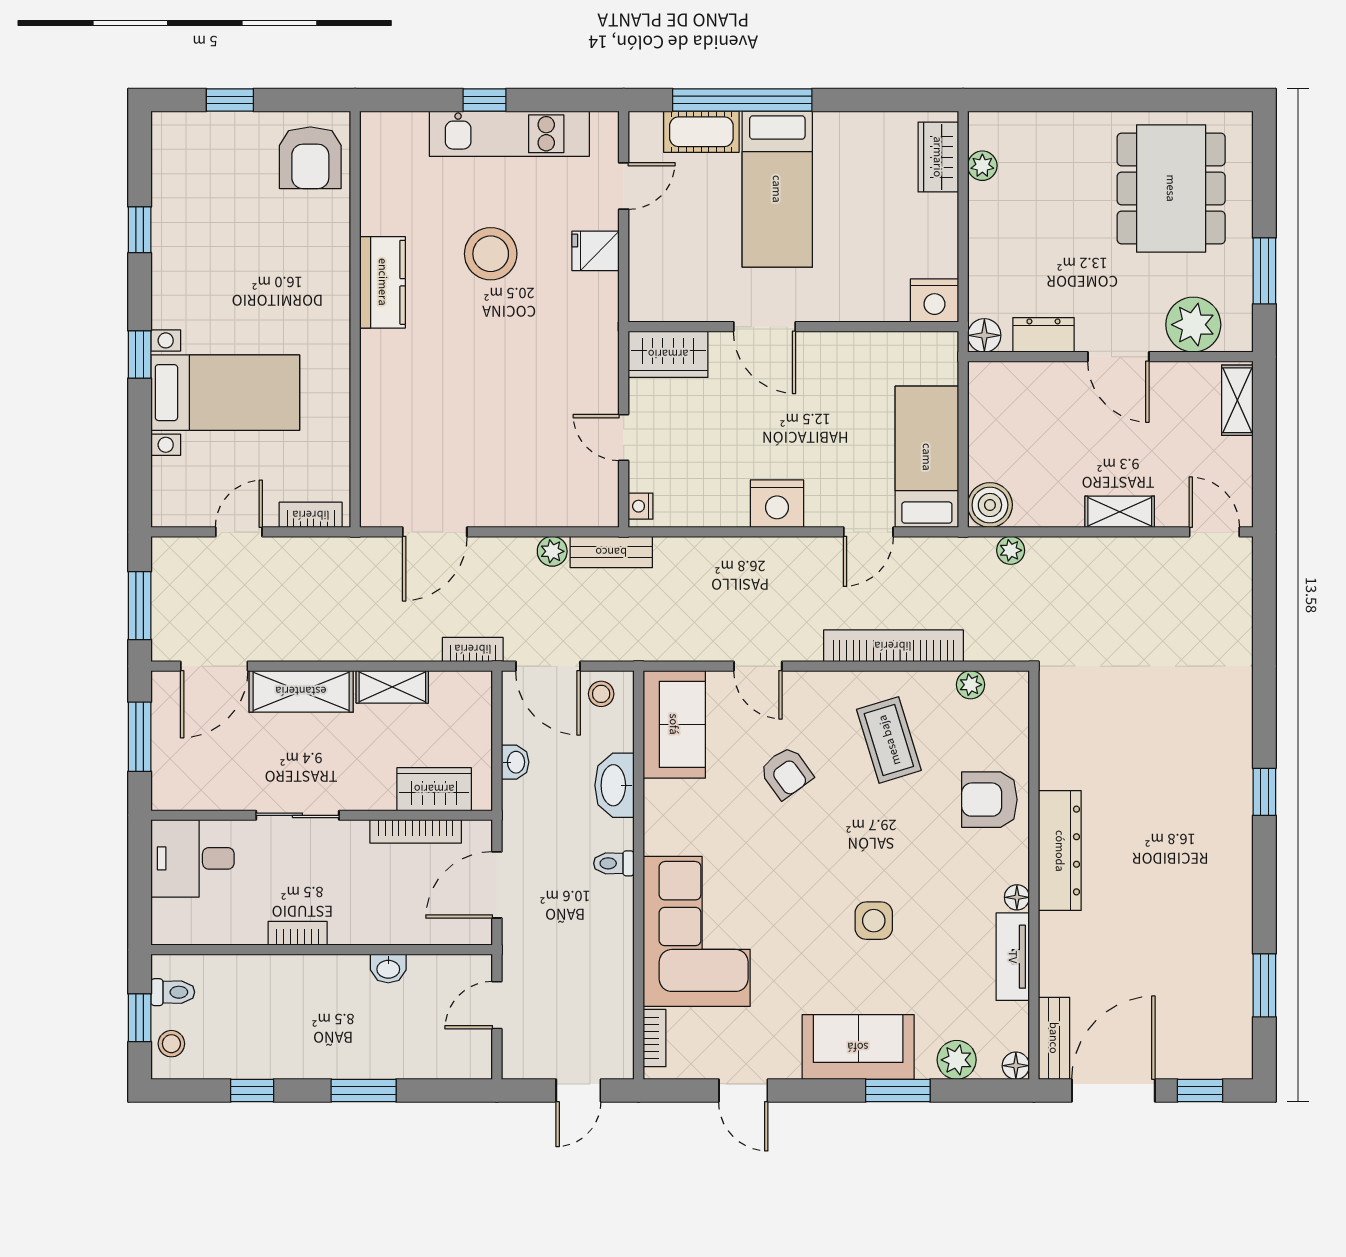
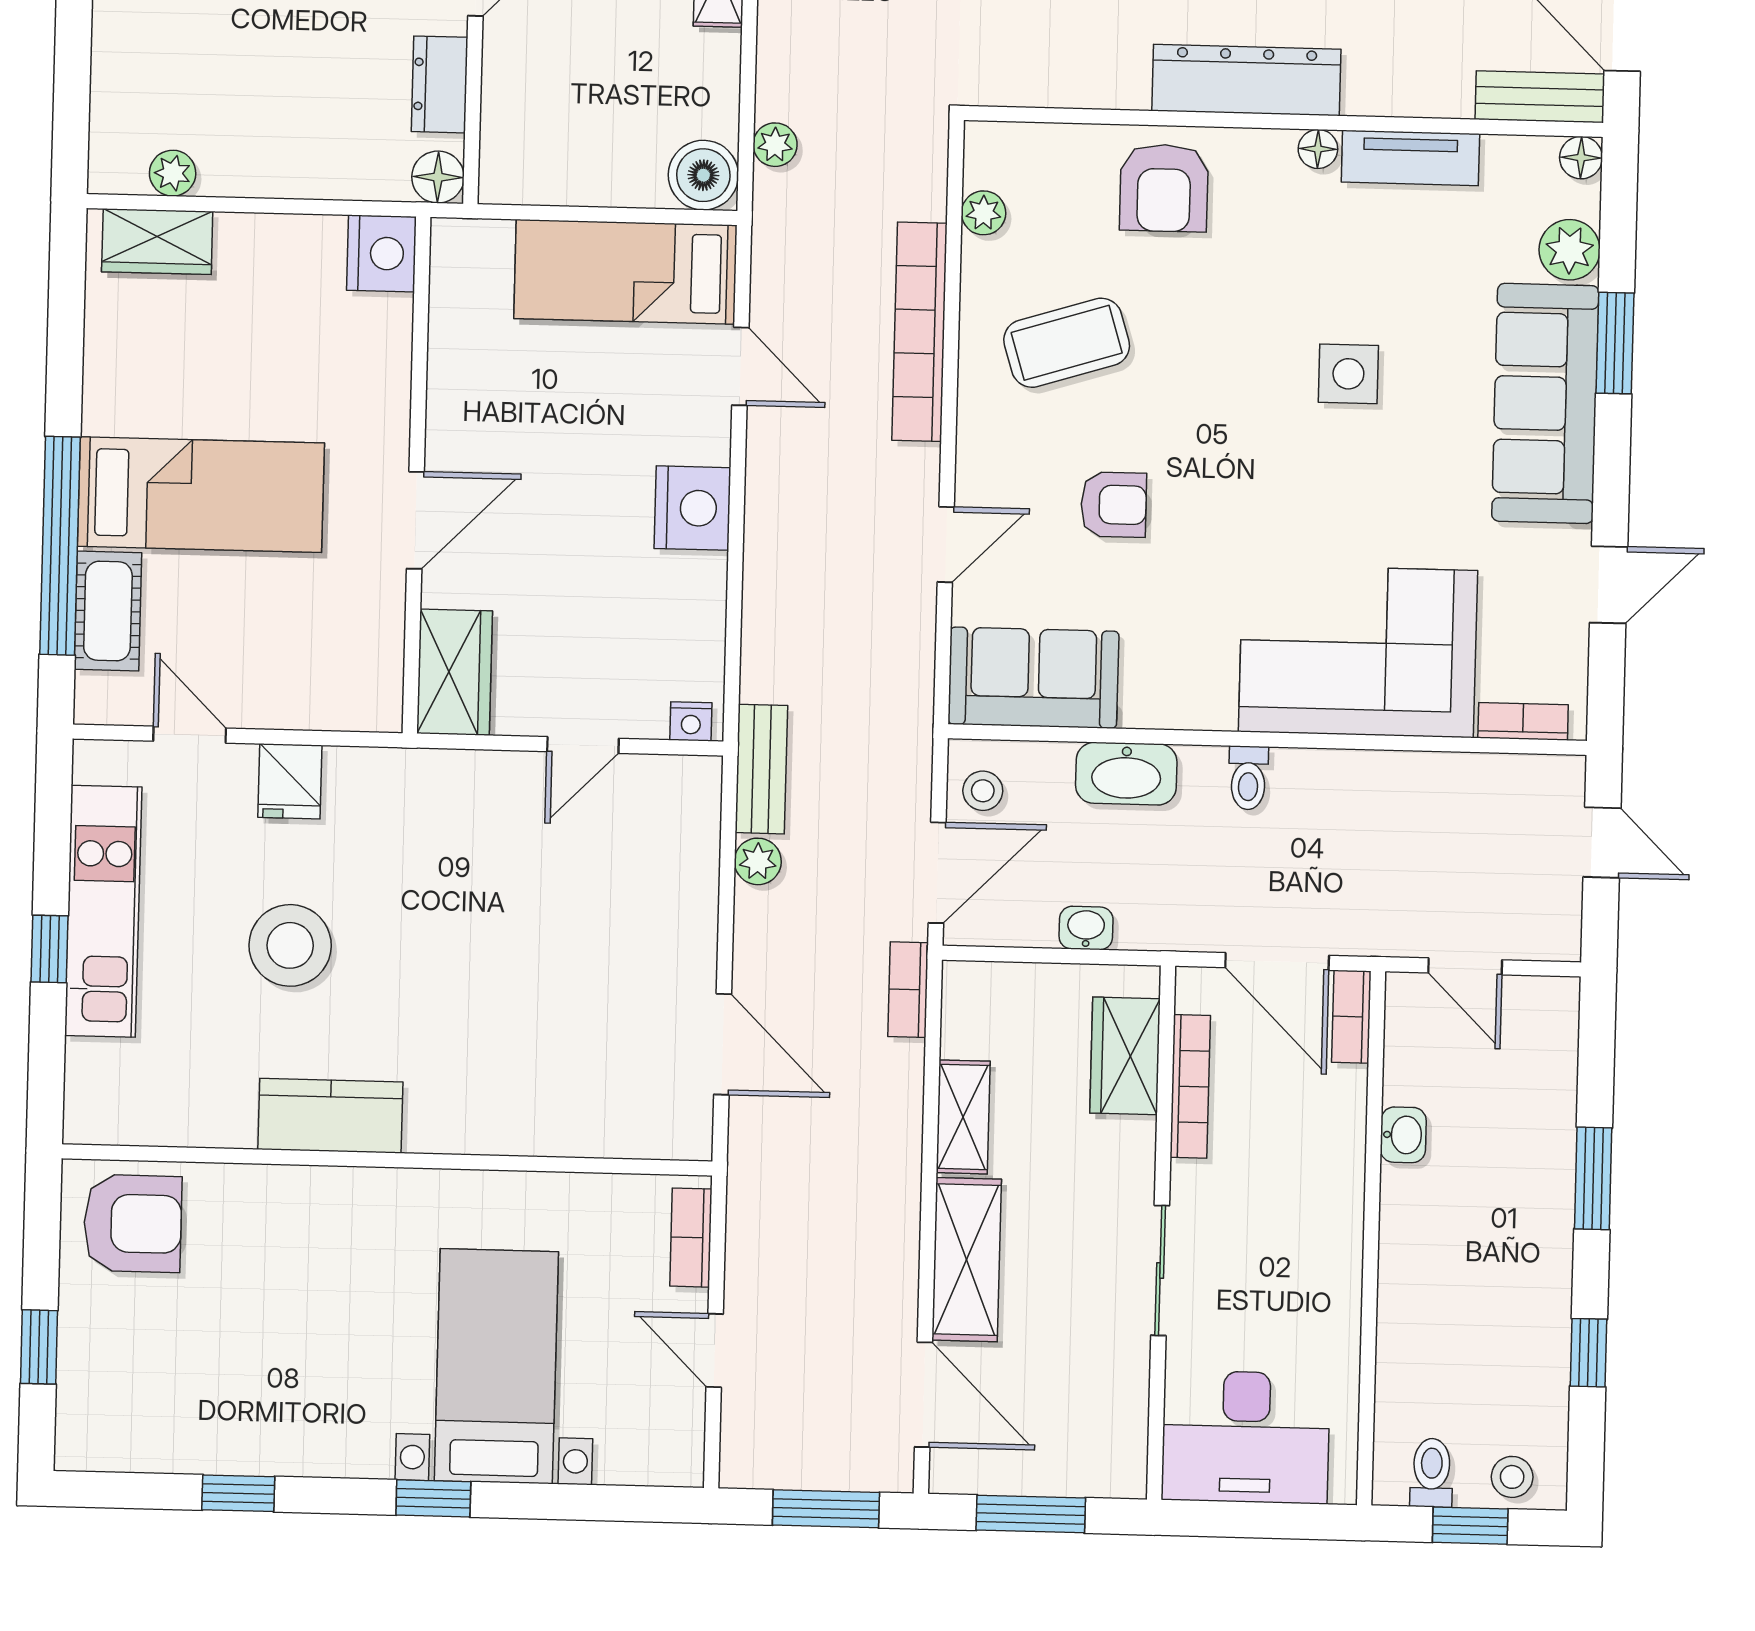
armchair: (786, 773) -> (1114, 505), turned 36
desk: (192, 858) -> (1246, 1437), width x1.37
bookcase: (298, 933) -> (1351, 1017), moved
sofa: (858, 1047) -> (1545, 403), width x1.36

